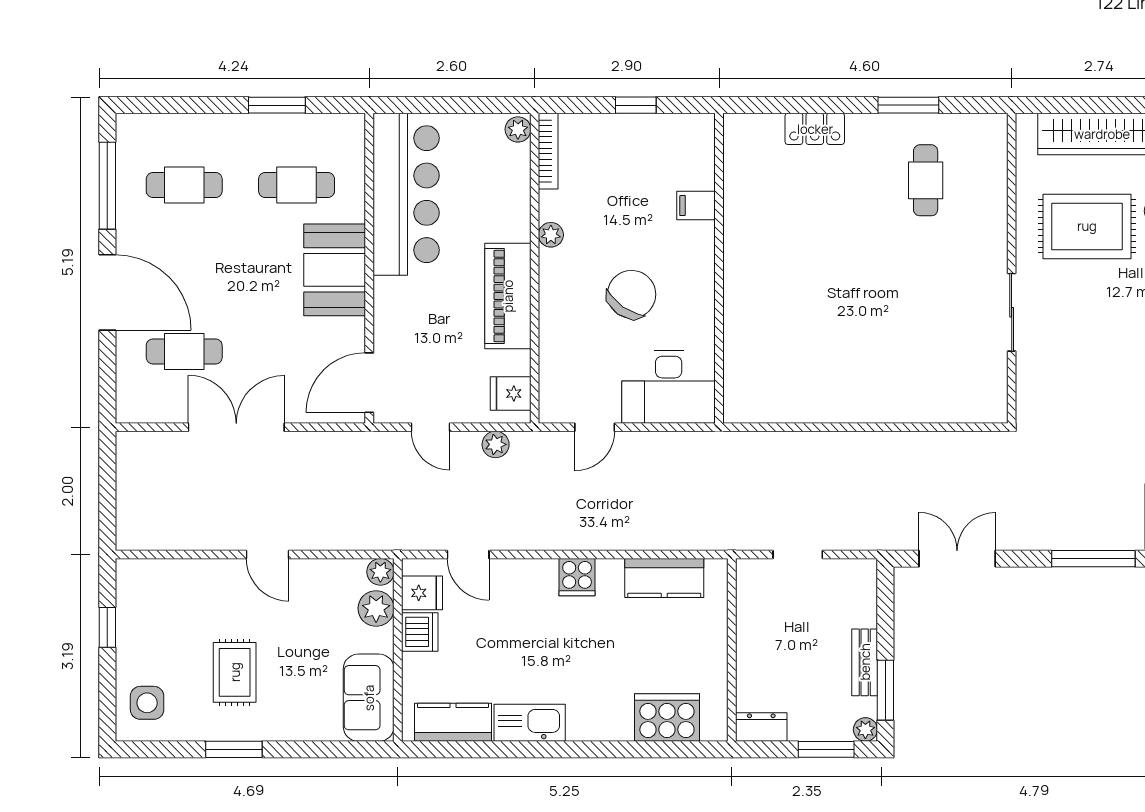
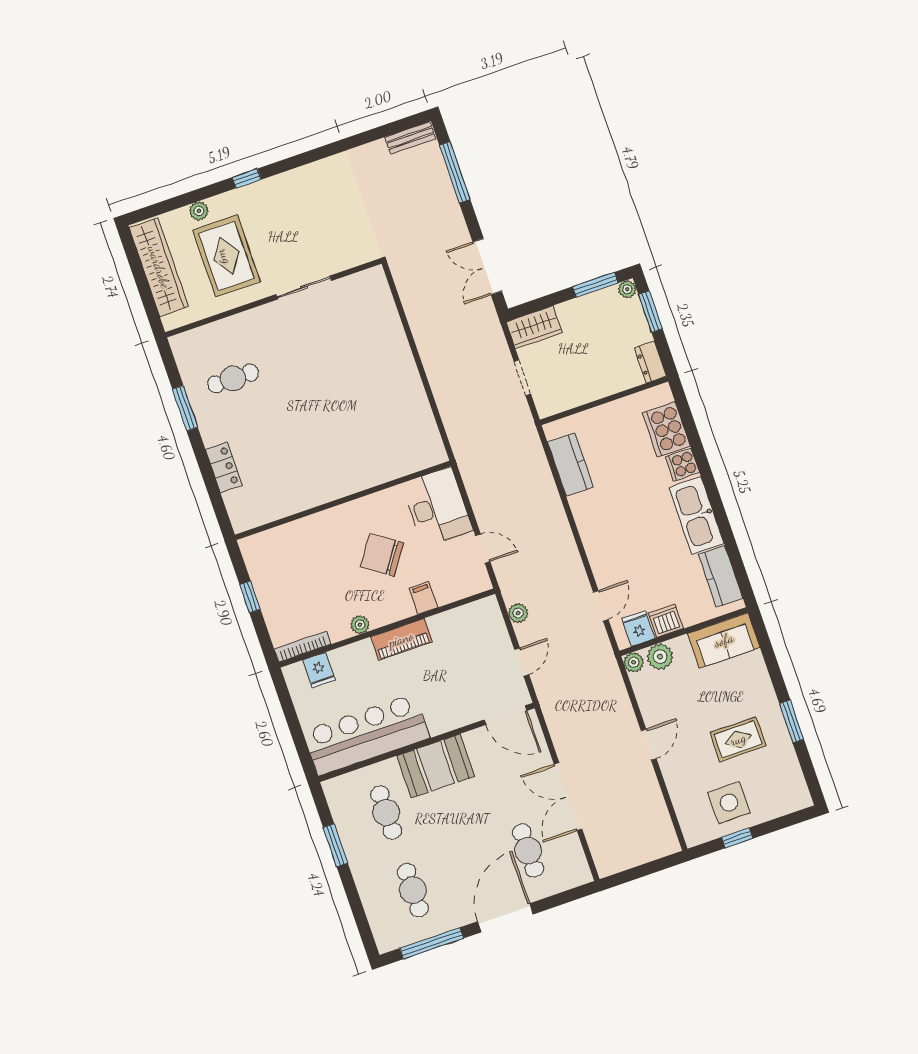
plant: (518, 129) -> (295, 673), removed
filing cabinet: (696, 206) -> (423, 598), moved, turned 180
piano: (508, 296) -> (401, 639), width x0.73, depth x0.75
fridge: (511, 394) -> (319, 670), moved
cooker: (577, 577) -> (682, 465), moved, turned 180
wardrobe: (858, 592) -> (534, 327), added
bench: (865, 662) -> (581, 306), removed
side table: (147, 703) -> (729, 803), moved, width x1.37, depth x1.37
kitchen sink: (530, 723) -> (696, 515), width x1.36, depth x1.24

